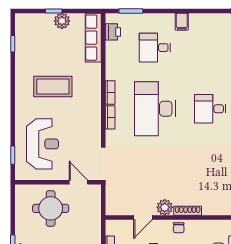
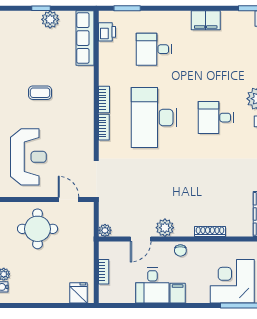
filing cabinet: (182, 22) -> (206, 20), moved, width x2.00
coffee table: (53, 87) -> (40, 93), width x0.54, depth x0.58
plant: (111, 210) -> (105, 230), added
shoe rack: (188, 211) -> (210, 231), moved

